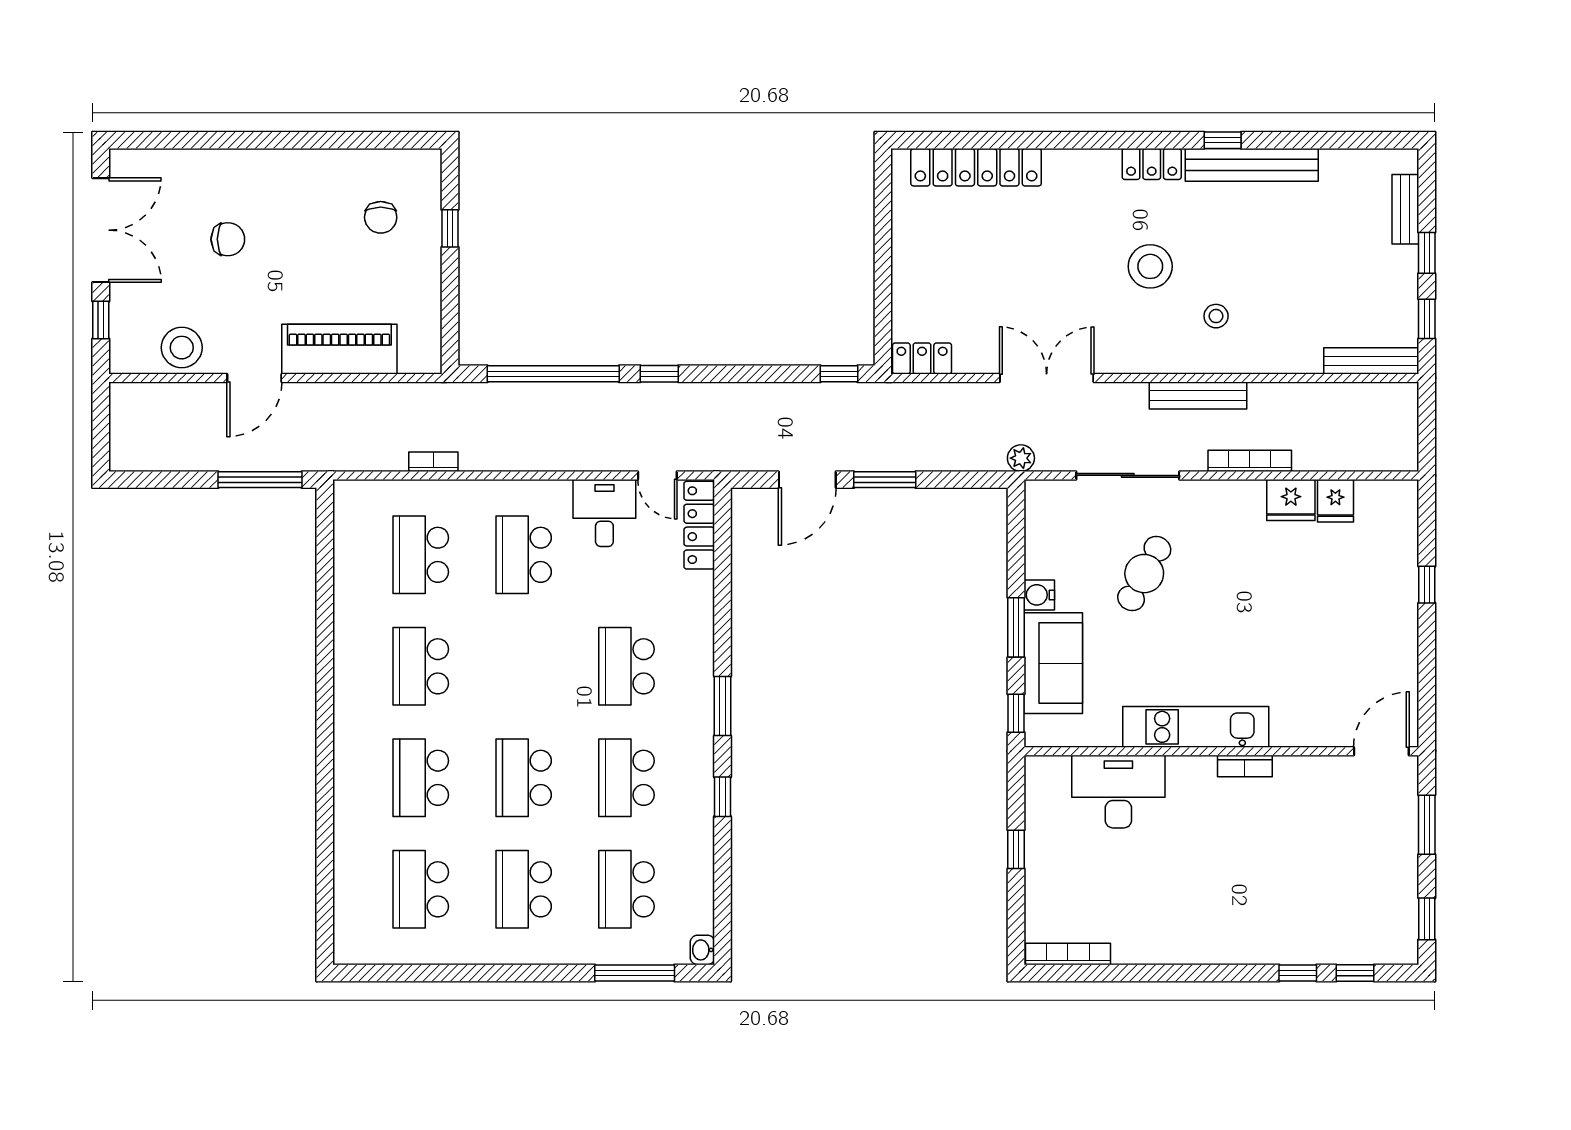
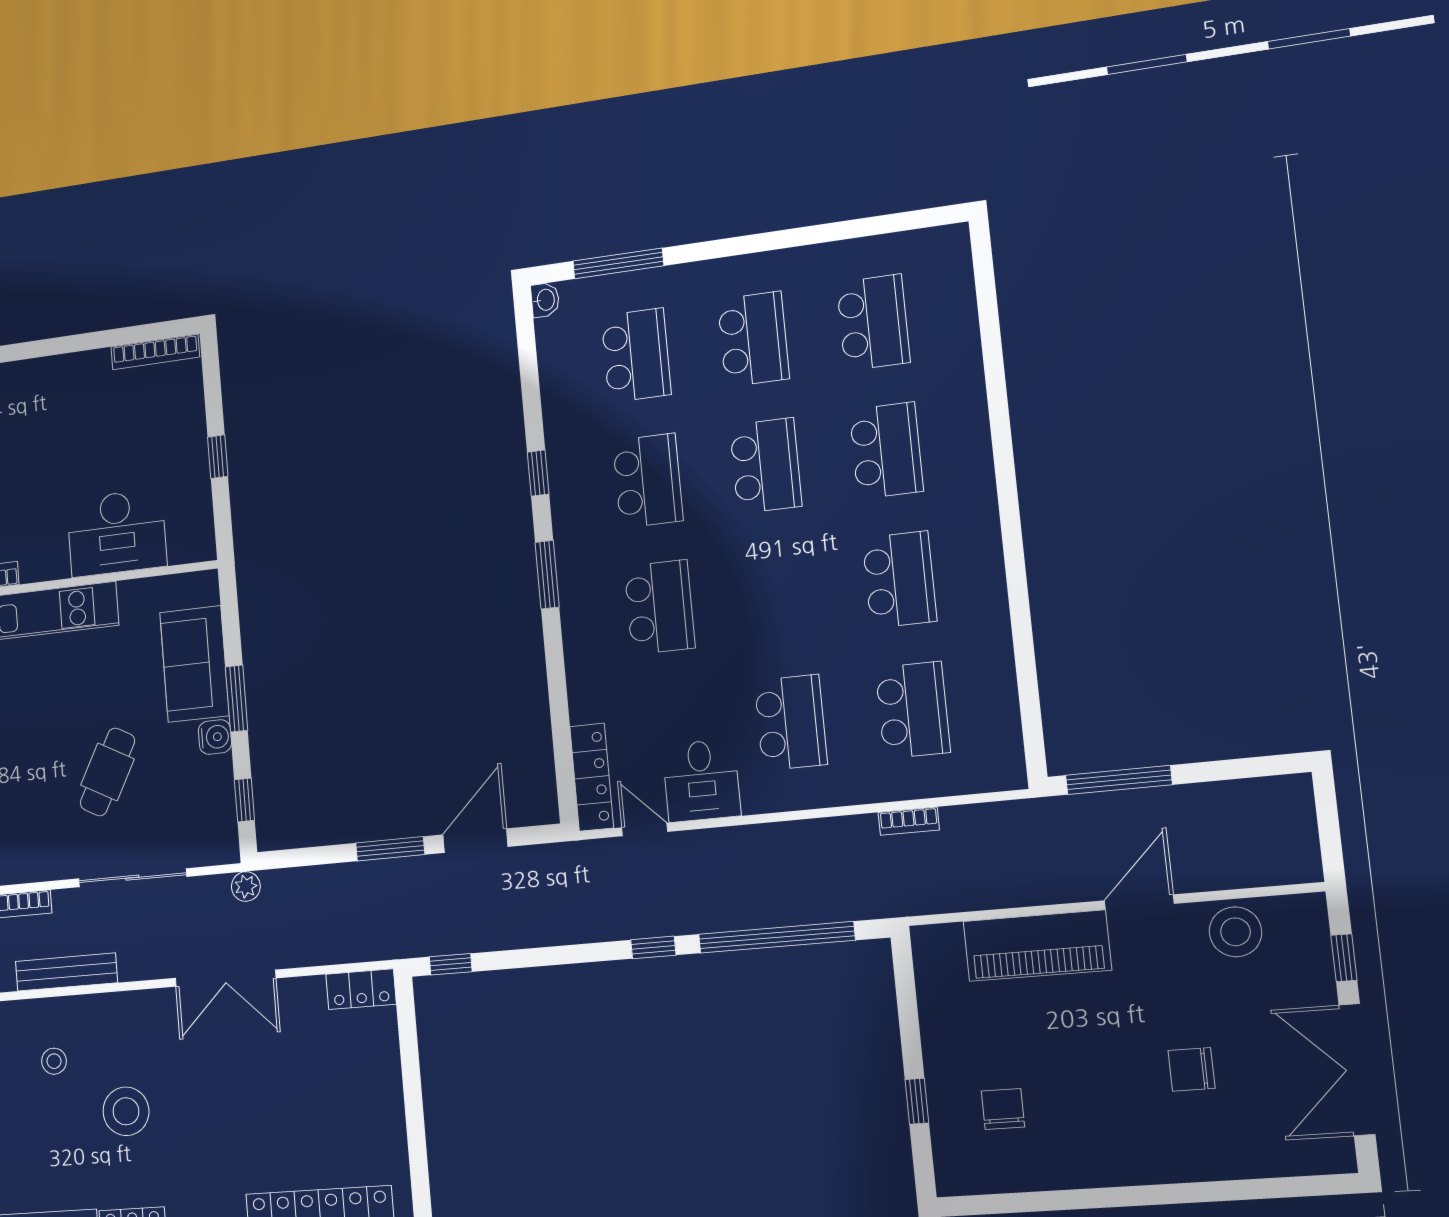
window: (1016, 713) -> (244, 800), moved

